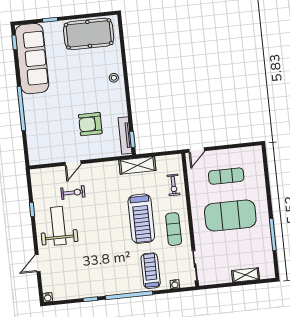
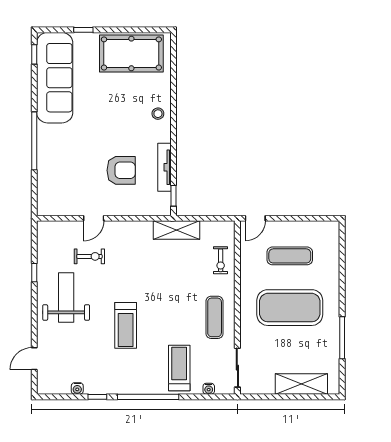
armchair: (90, 124) -> (121, 170), turned 180
tv unit: (125, 136) -> (164, 167), moved
treadmill: (141, 219) -> (126, 325), moved, width x0.73, depth x0.73
door: (38, 263) -> (34, 359), moved
shelving: (246, 275) -> (301, 384), width x1.50, depth x1.33
water cooler: (48, 297) -> (77, 388), moved

